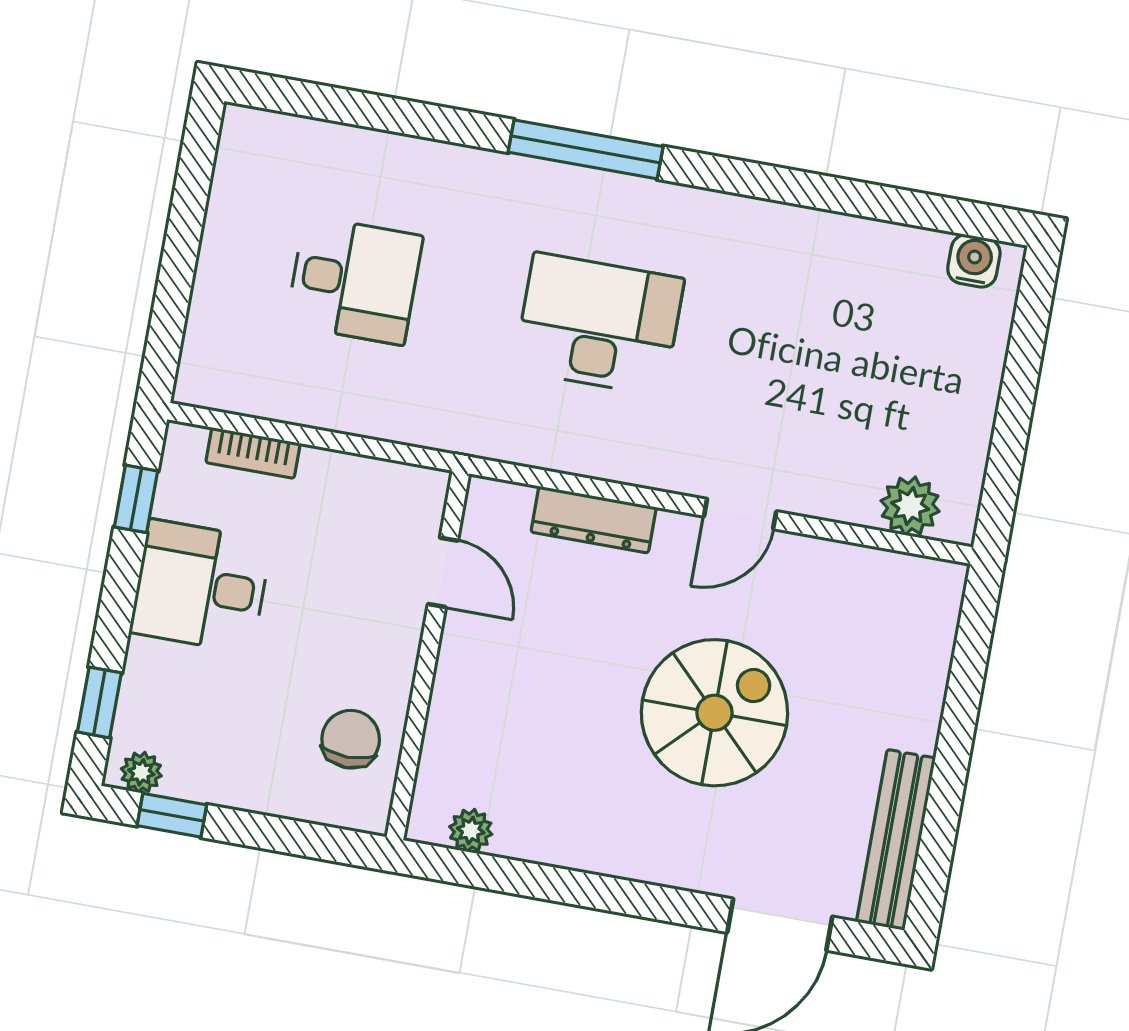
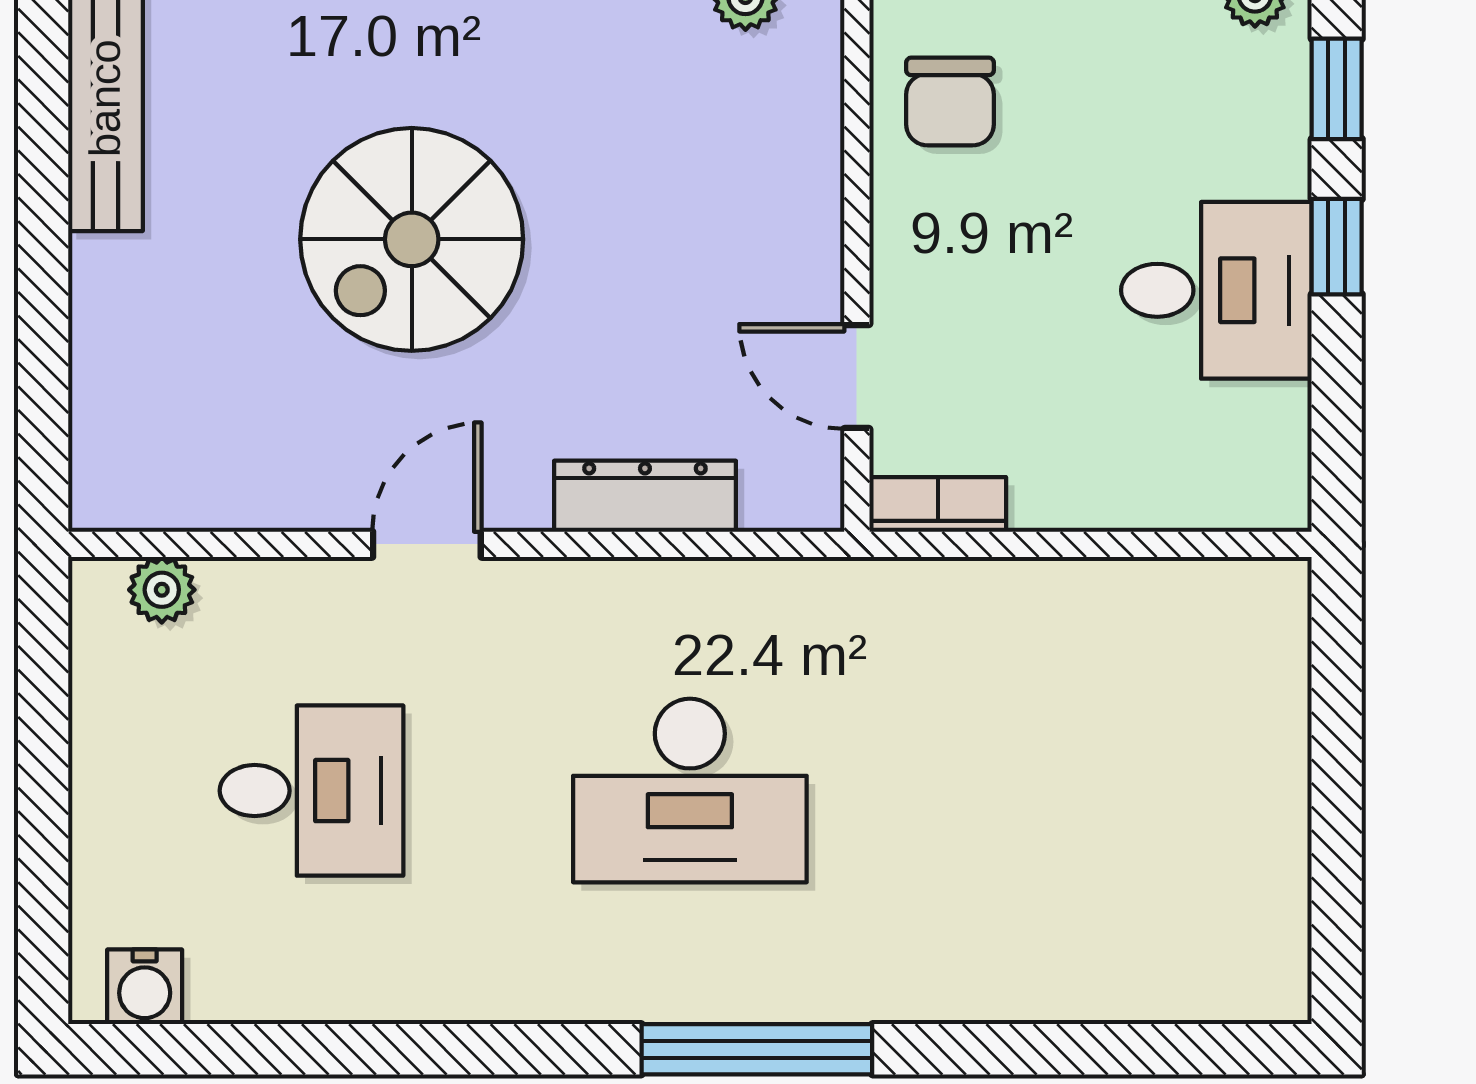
desk: (354, 280) -> (312, 791), moved, turned 180
bookcase: (253, 453) -> (938, 504), moved
window: (136, 499) -> (1337, 247), moved
plant: (910, 506) -> (162, 590), width x0.73, depth x0.73

